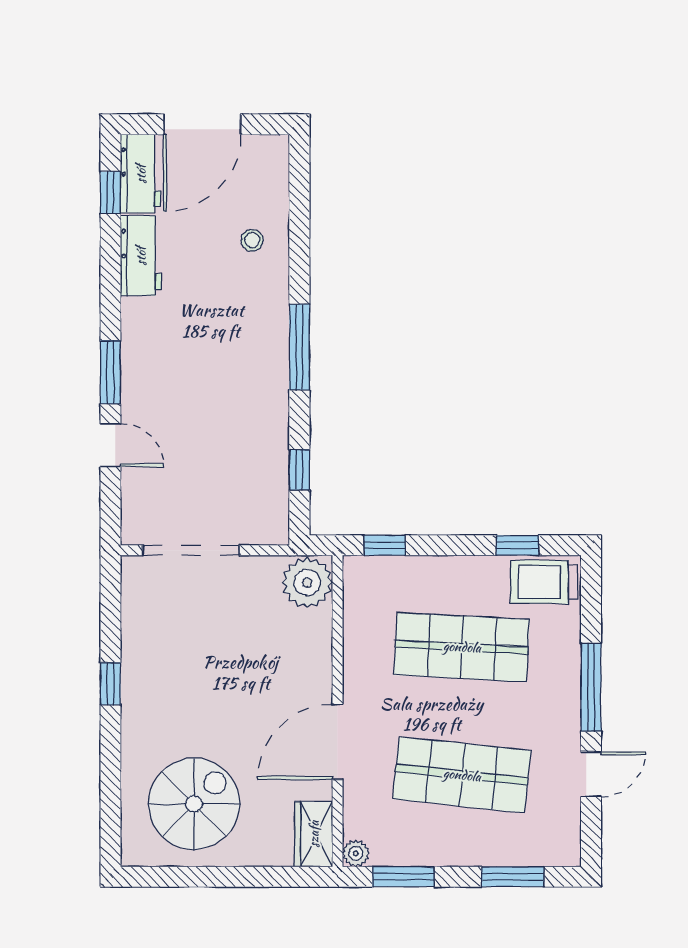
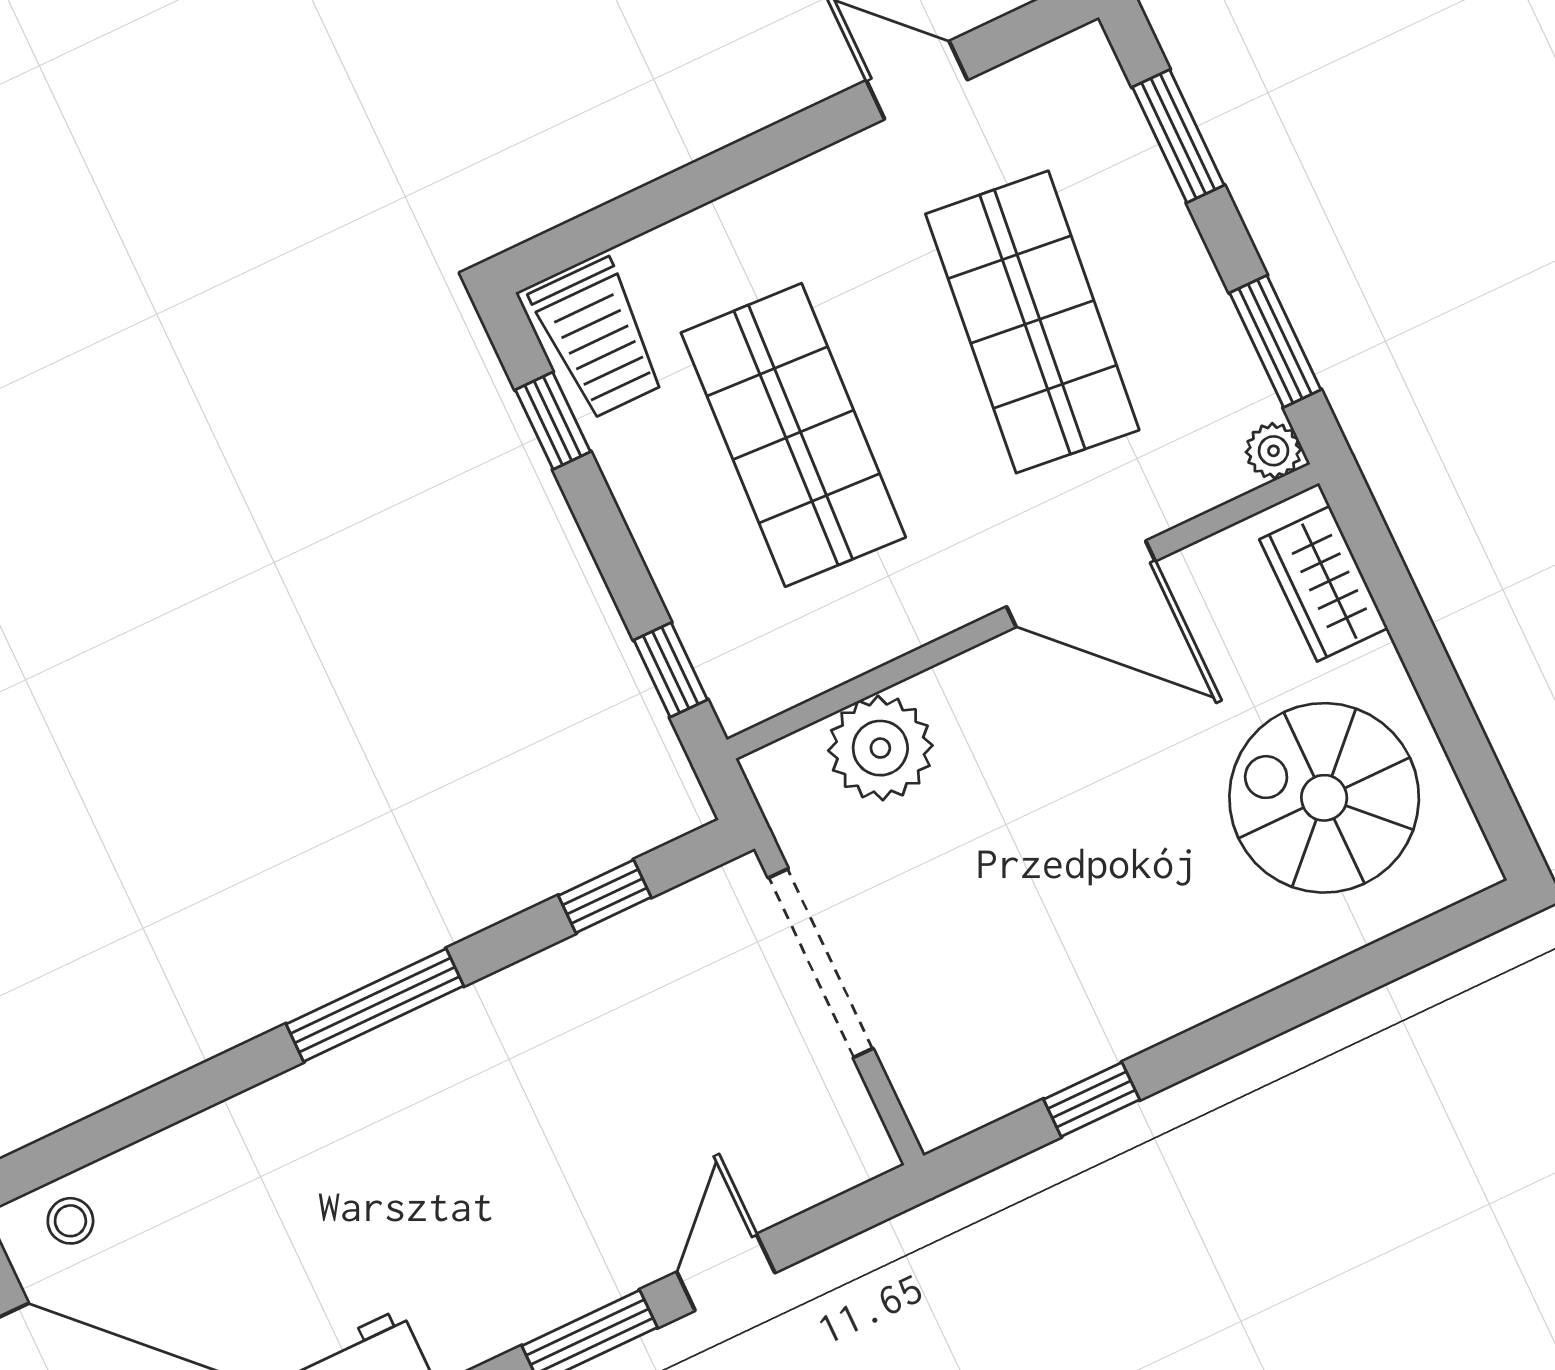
stool: (252, 240) -> (70, 1221), moved
doorway: (191, 550) -> (821, 963), moved
plant: (307, 582) -> (880, 748), moved
window: (110, 684) -> (1092, 1099), moved
window: (591, 687) -> (754, 157), removed
wardrobe: (314, 834) -> (1324, 584), moved, turned 90

